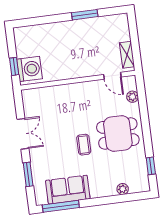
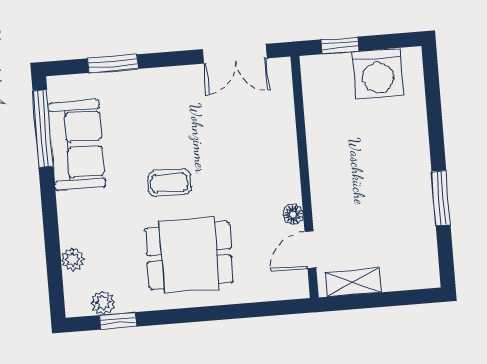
washing machine: (30, 69) -> (378, 74), moved
floor lamp: (96, 85) -> (293, 214), added
plant: (133, 97) -> (103, 303), moved
dining table: (118, 133) -> (189, 255), turned 90
double door: (23, 134) -> (235, 54), moved

